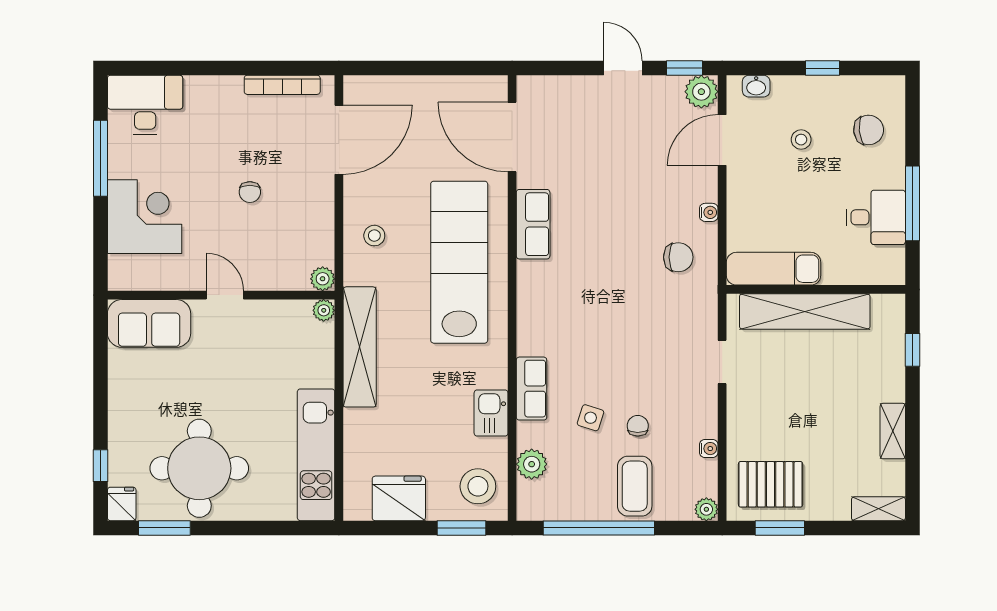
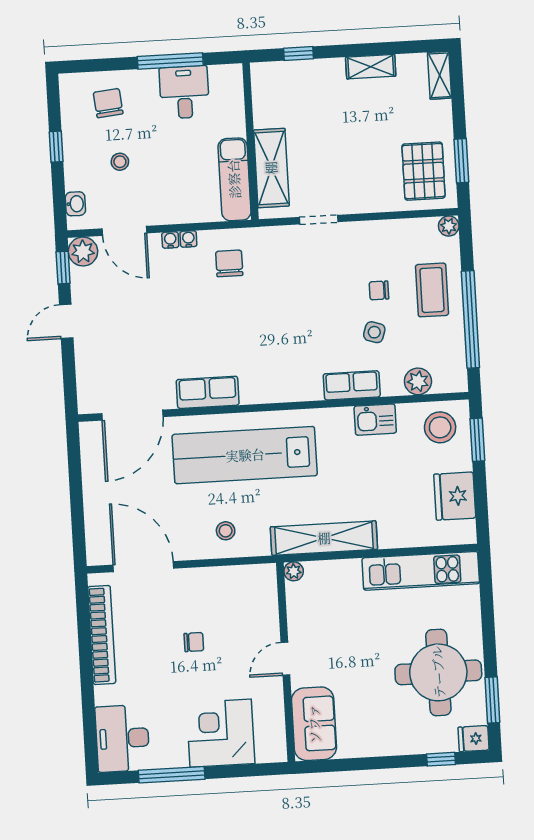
bookcase: (282, 85) -> (102, 635), width x1.48, depth x1.31
plant: (323, 279) -> (266, 574), removed
shelving: (805, 311) -> (271, 168), width x0.68
water cooler: (709, 449) -> (170, 240), moved
coffee table: (635, 486) -> (432, 290), turned 90

